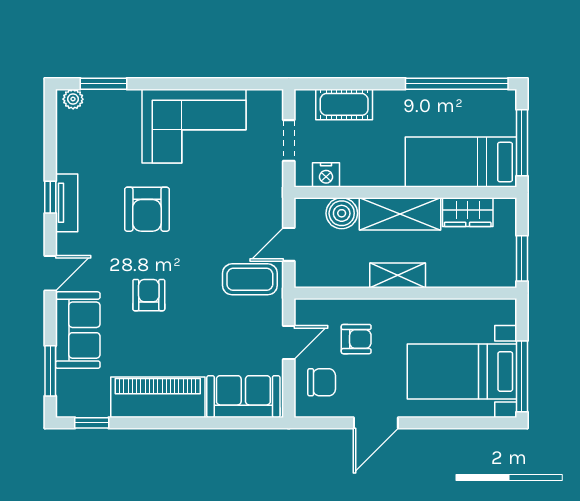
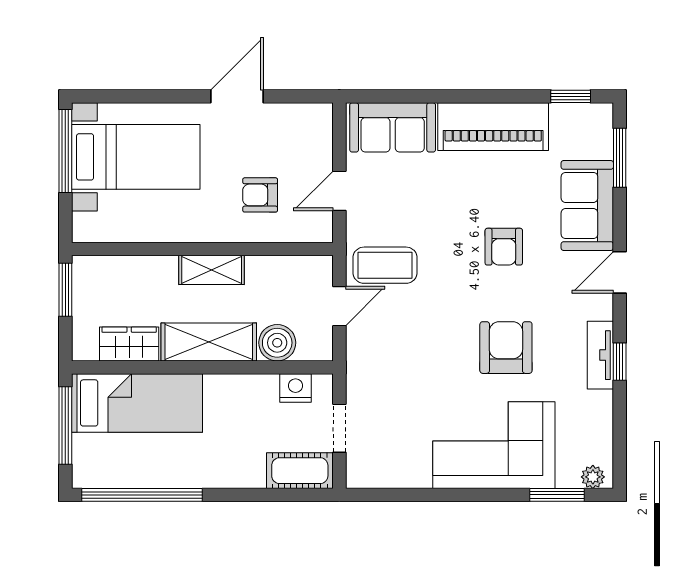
cot: (344, 104) -> (300, 471), moved
corner sofa: (194, 126) -> (494, 445), moved
chair: (322, 382) -> (301, 144), removed

